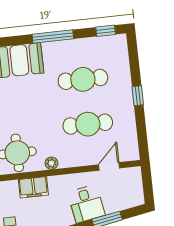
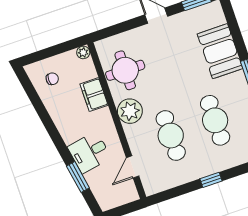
plant: (51, 163) -> (130, 111), width x1.87, depth x1.87
door: (109, 166) -> (133, 167), swing flipped

